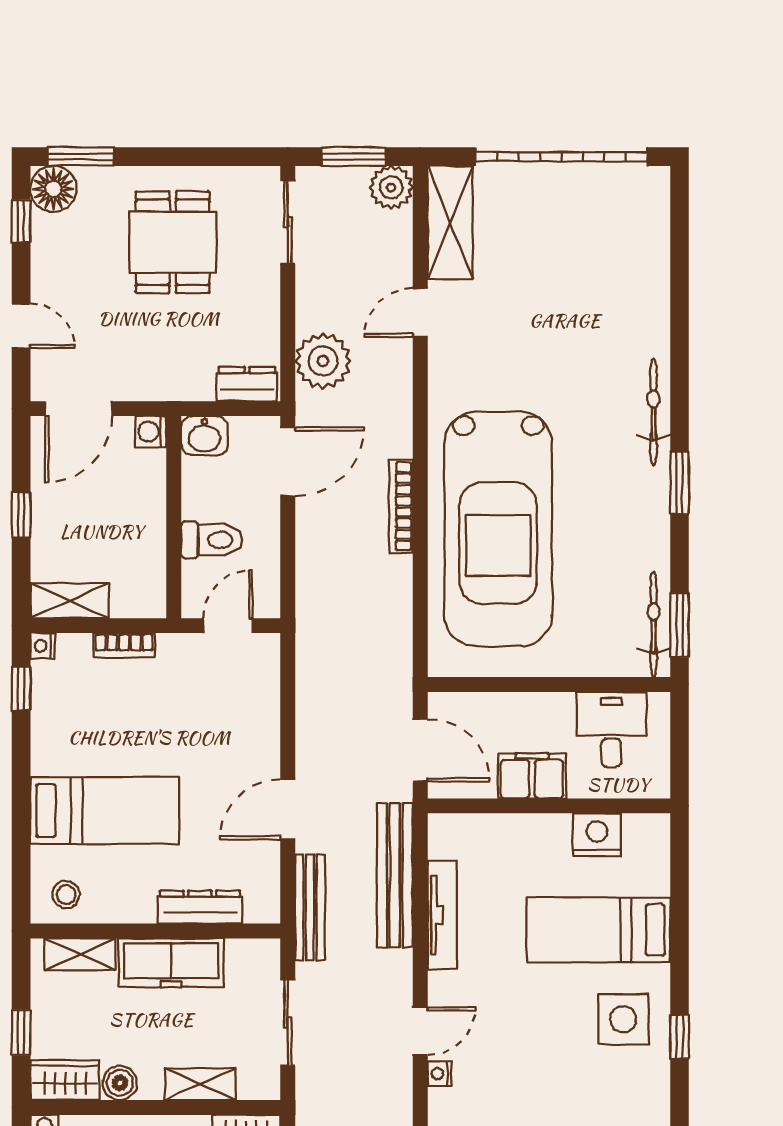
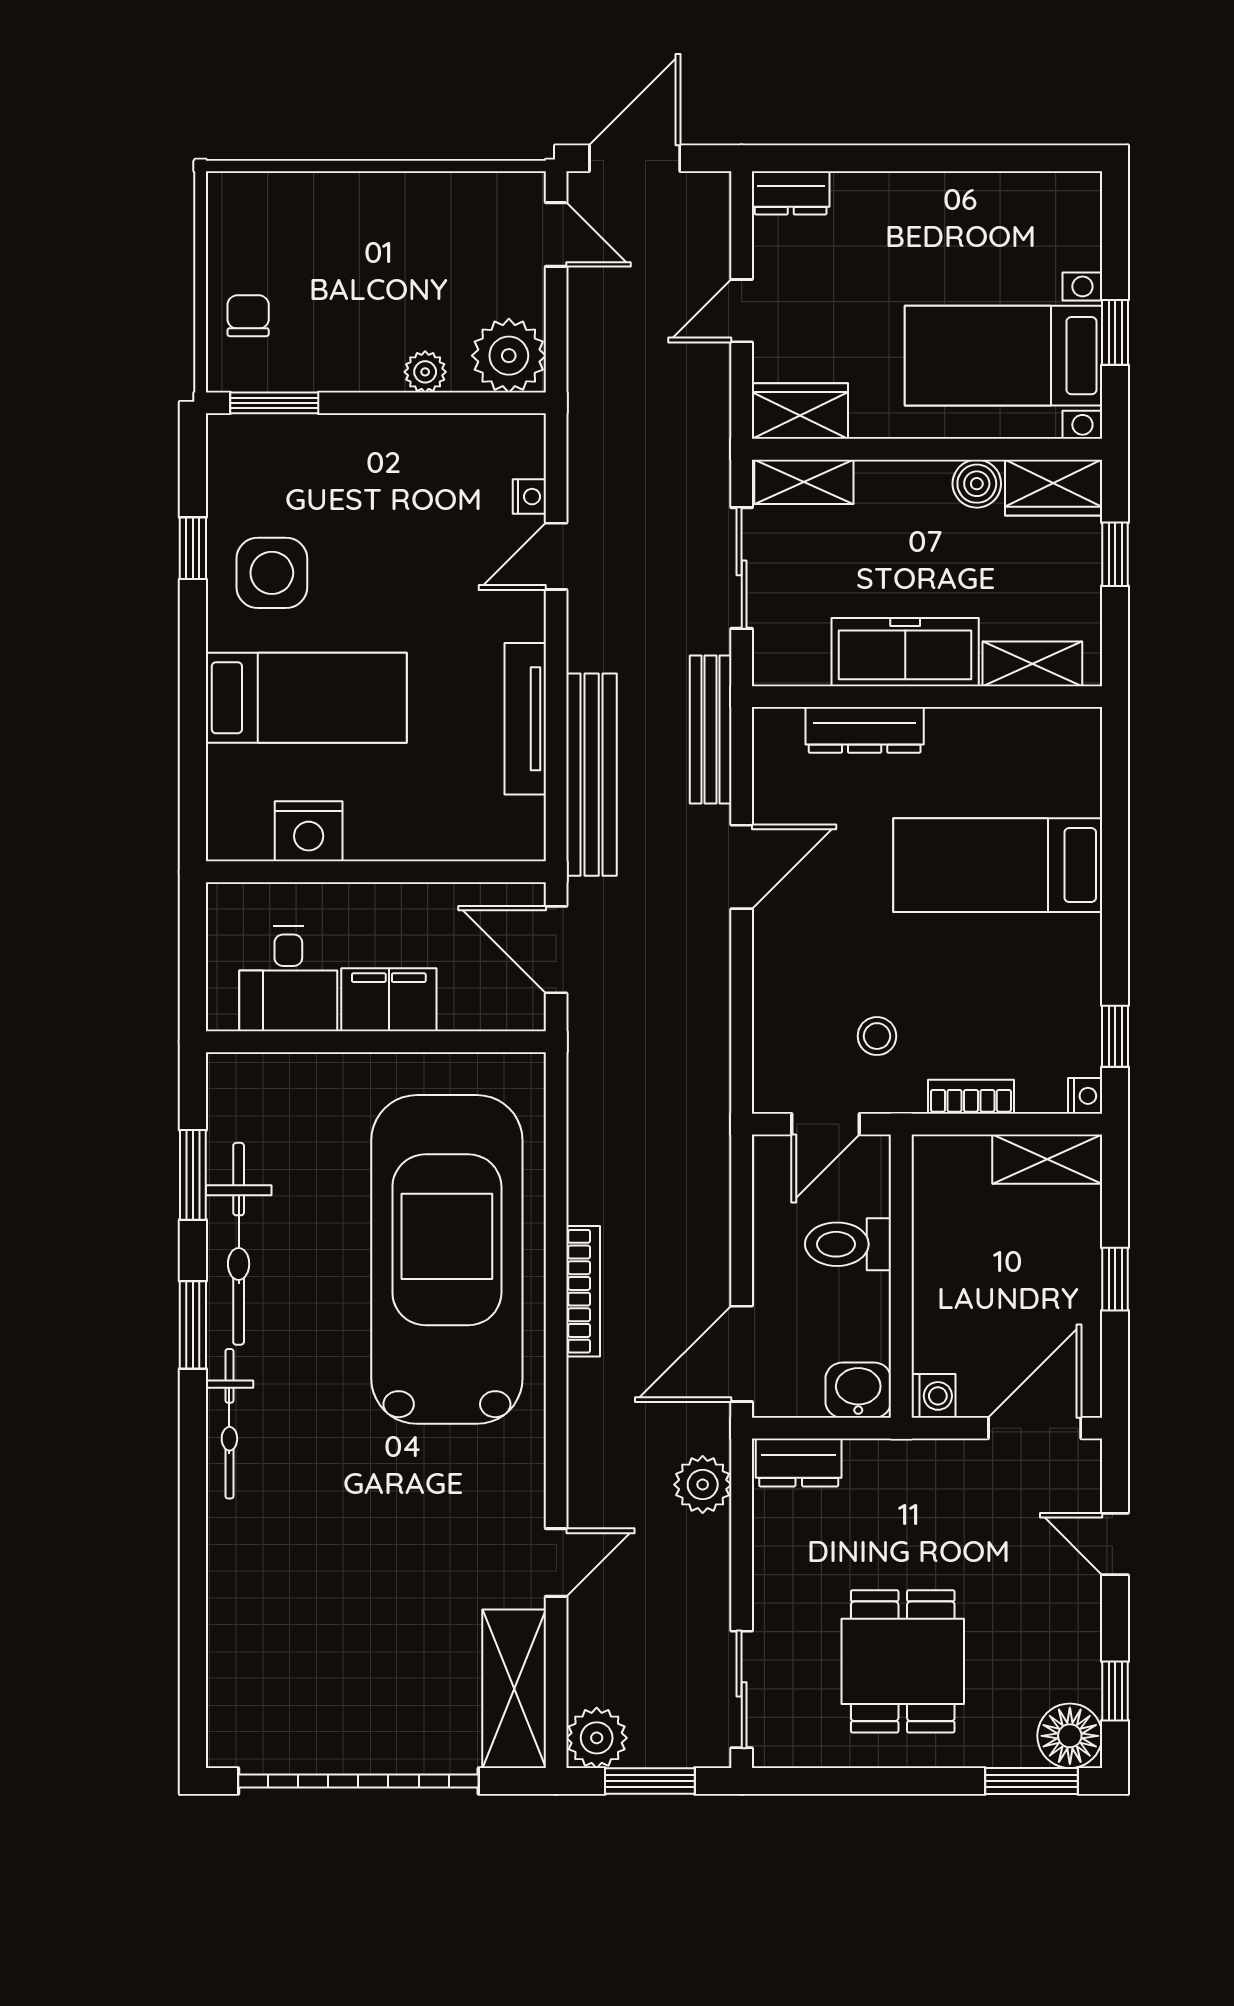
plant: (323, 361) -> (703, 1485), width x0.73, depth x0.73
bicycle: (654, 624) -> (239, 1244), moved, width x1.37, depth x1.40
window: (680, 625) -> (193, 1175), moved
filing cabinet: (532, 776) -> (389, 1000), moved, turned 180
stool: (66, 894) -> (877, 1036), moved
shelving: (200, 1084) -> (804, 482), moved

